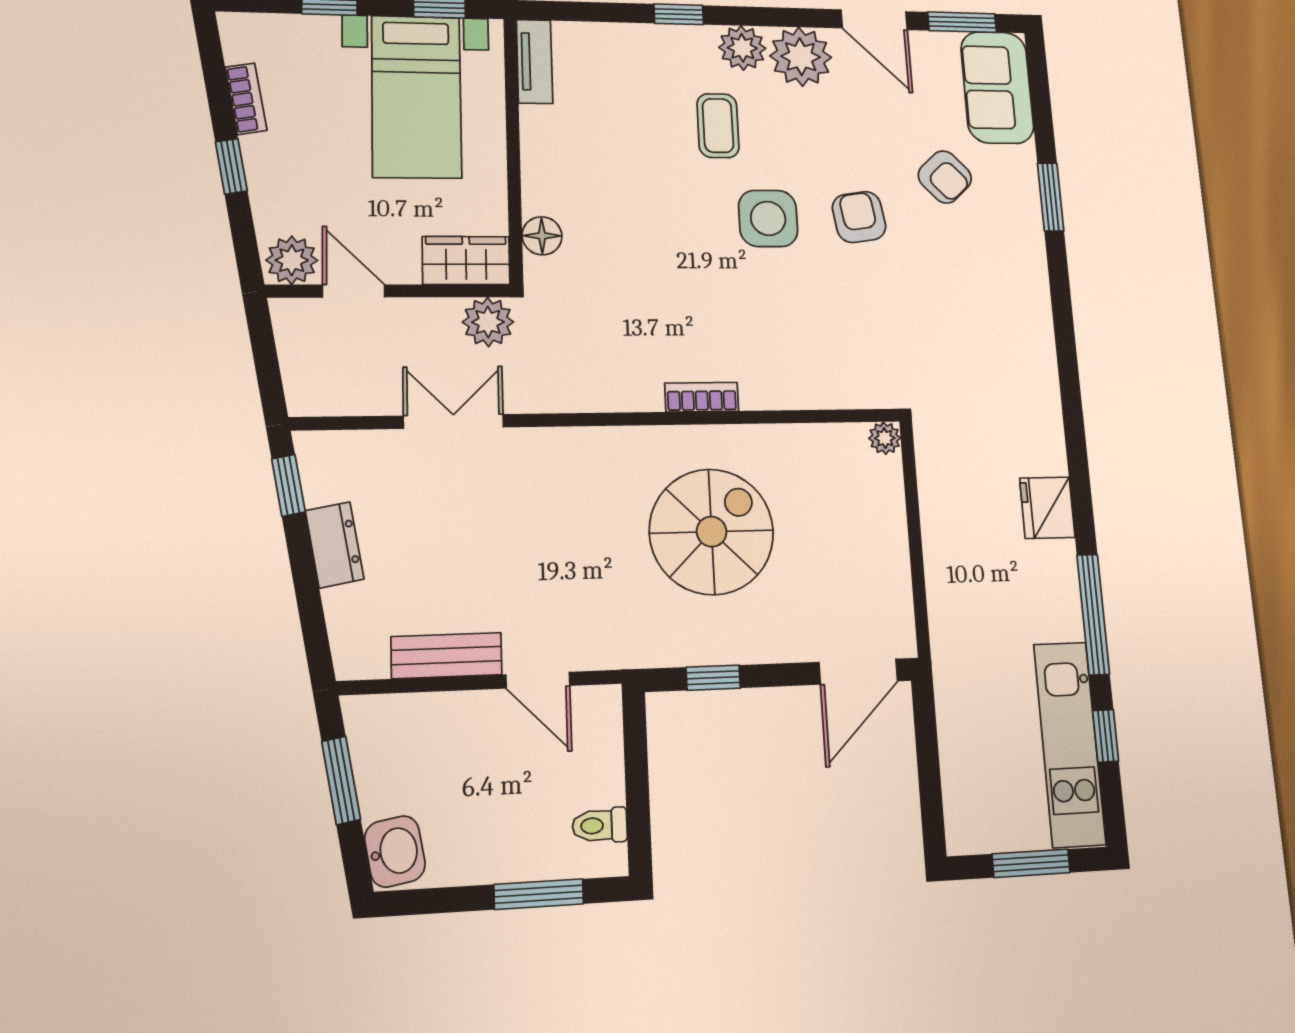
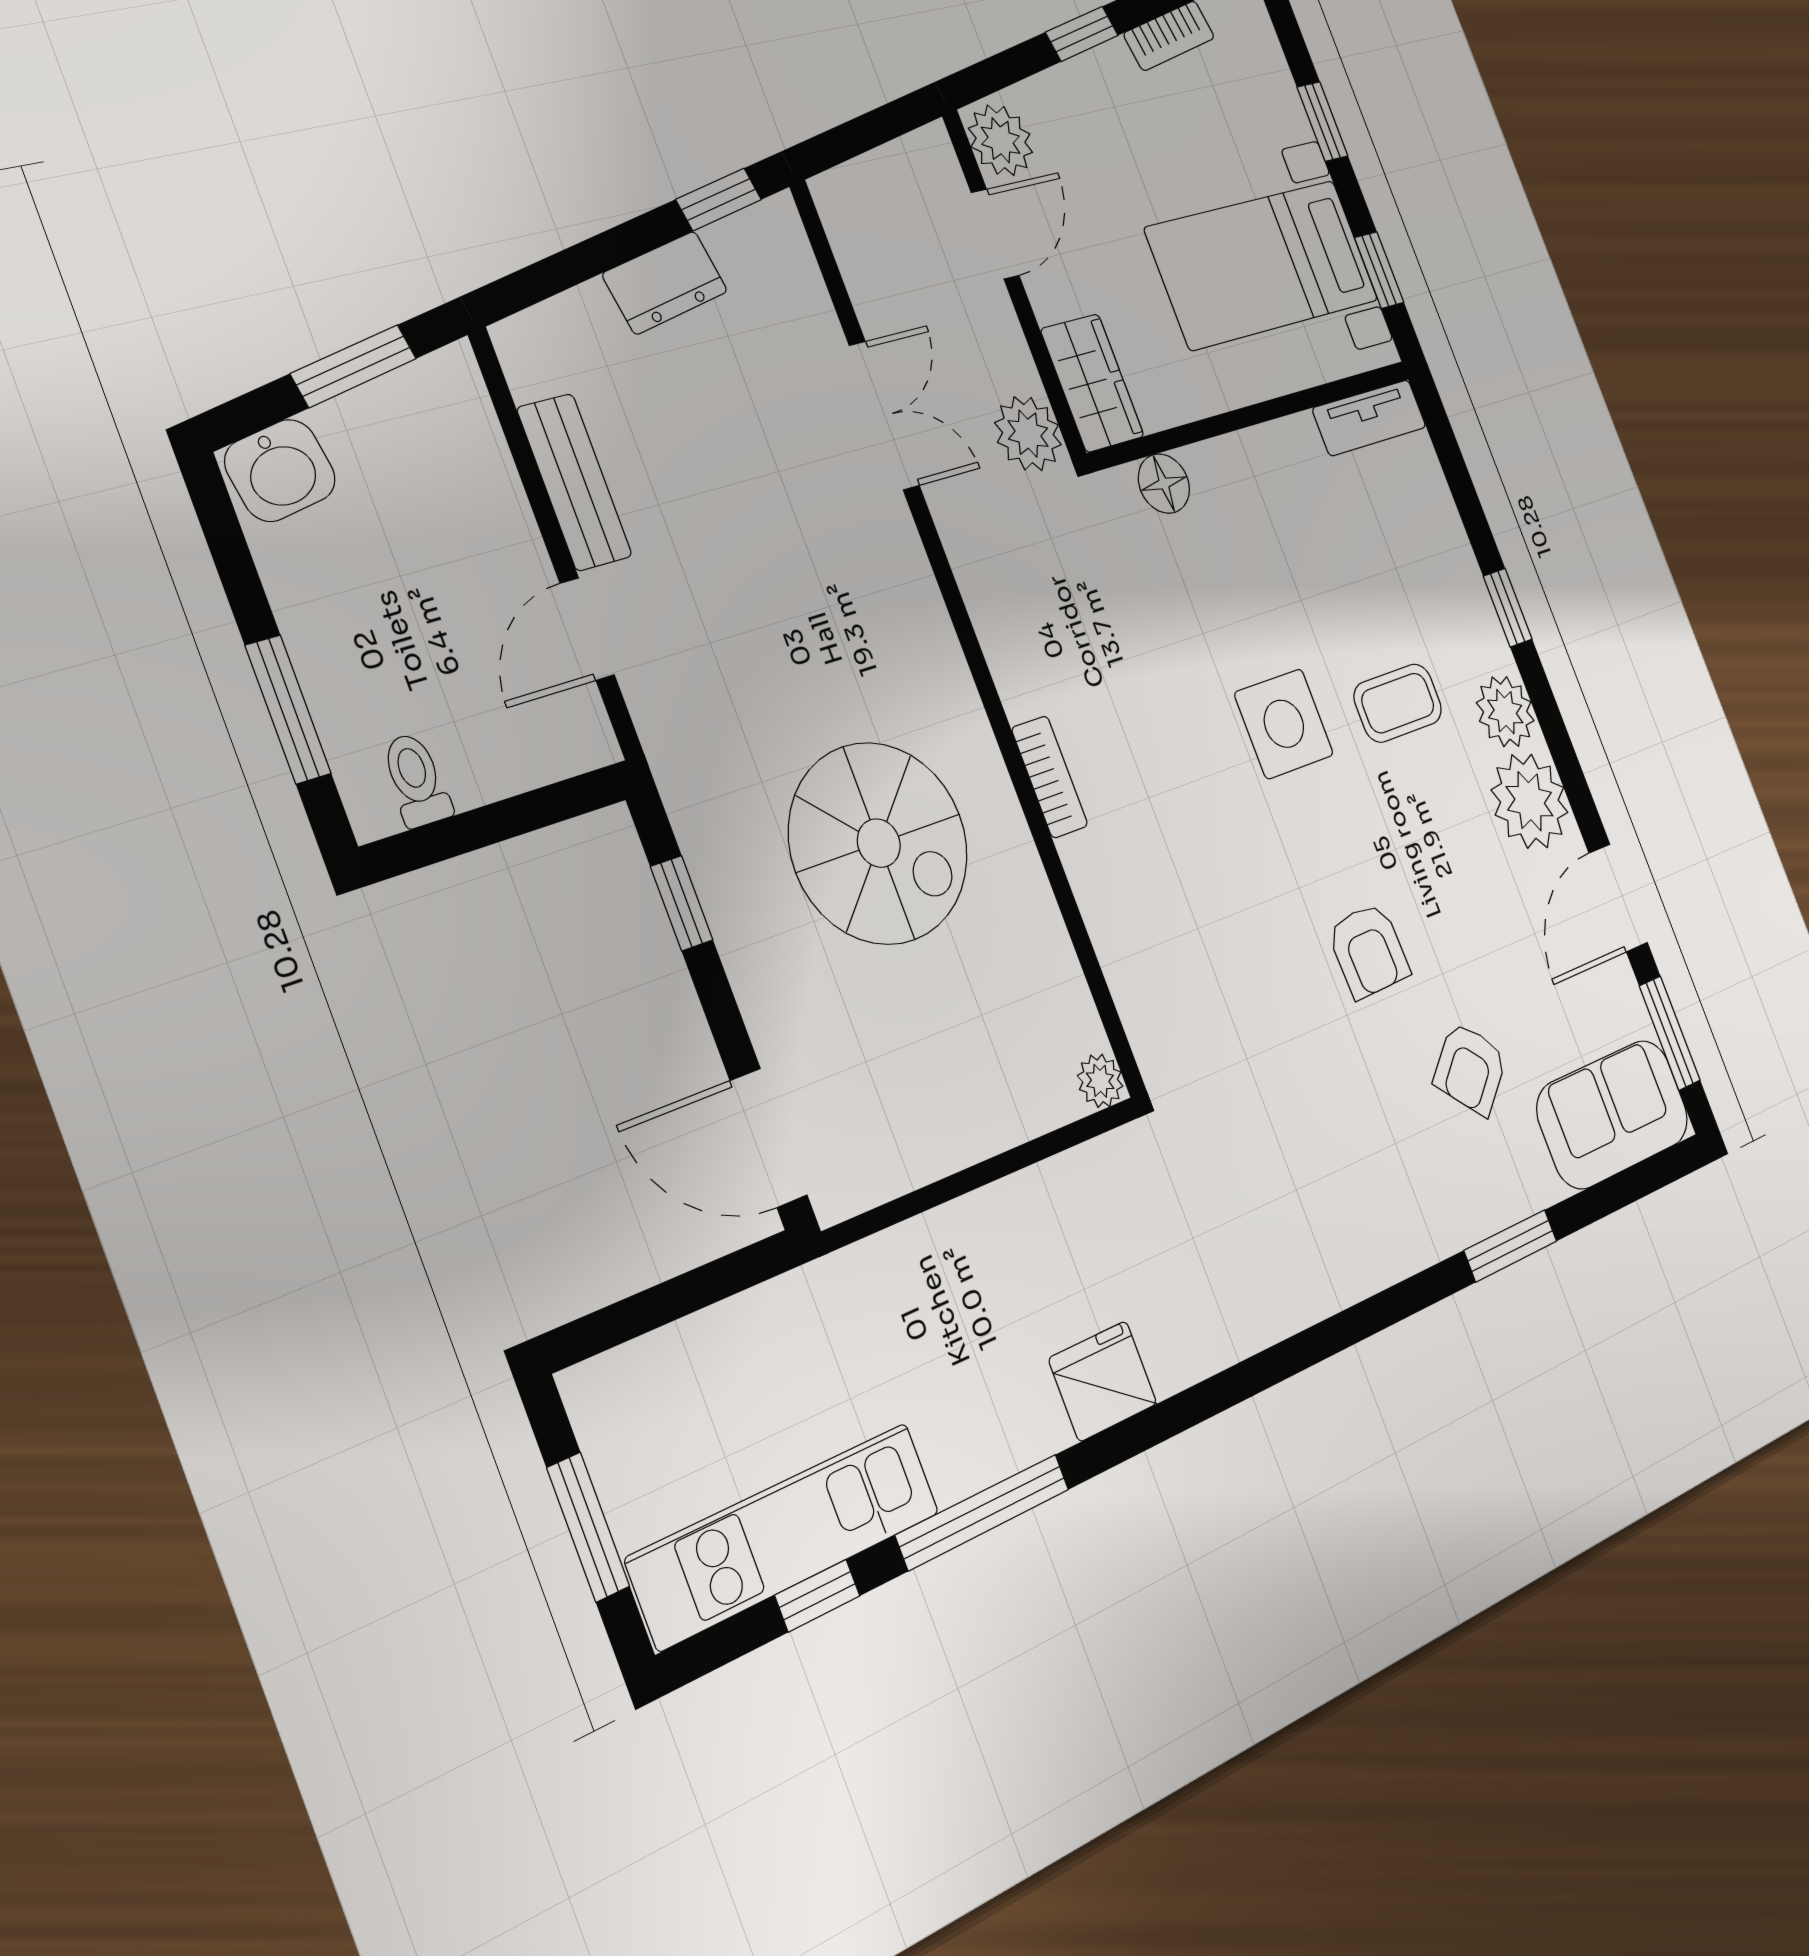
armchair: (859, 217) -> (1369, 951), turned 97
side table: (768, 218) -> (1284, 724), moved

